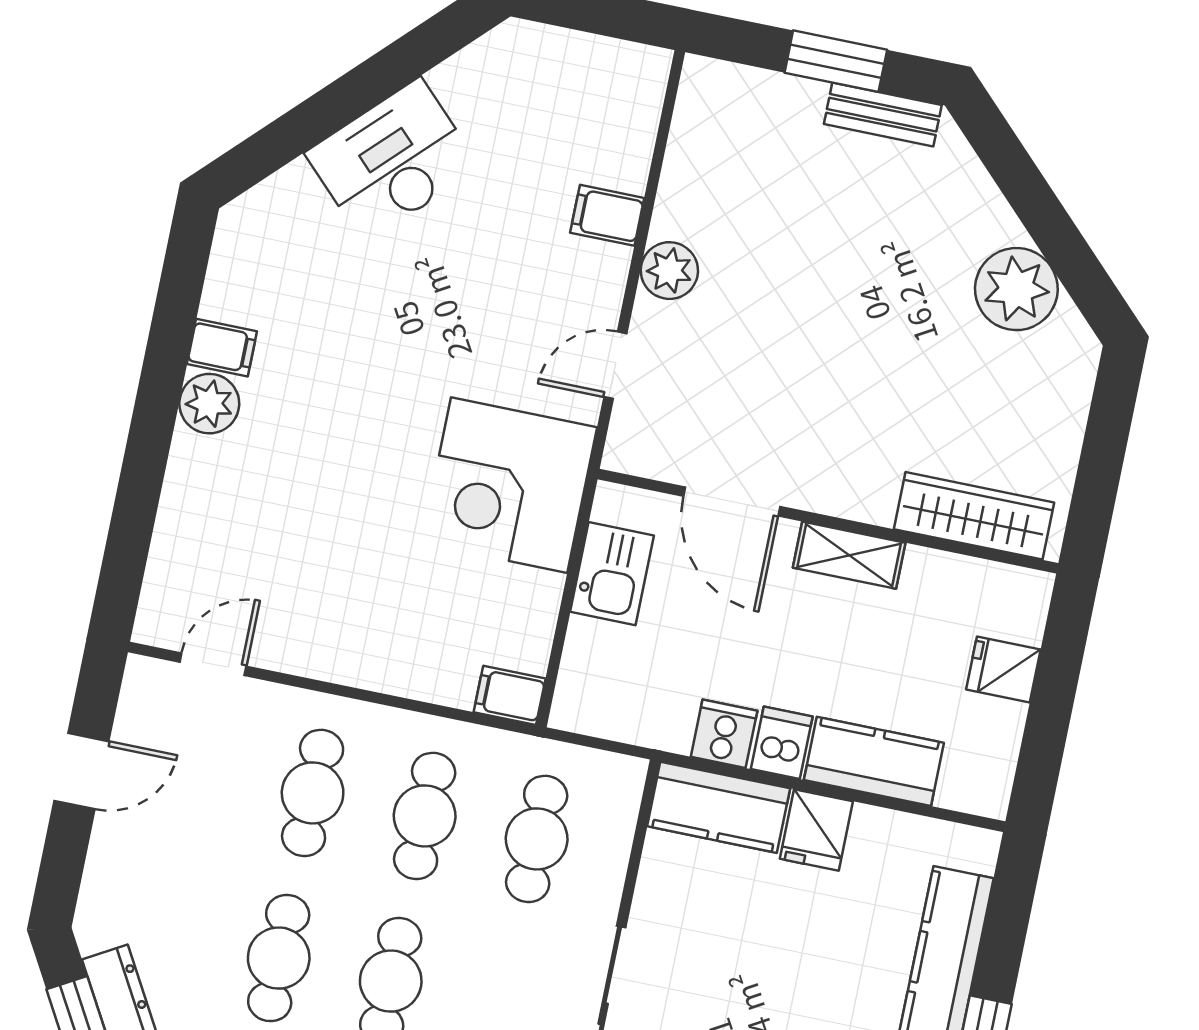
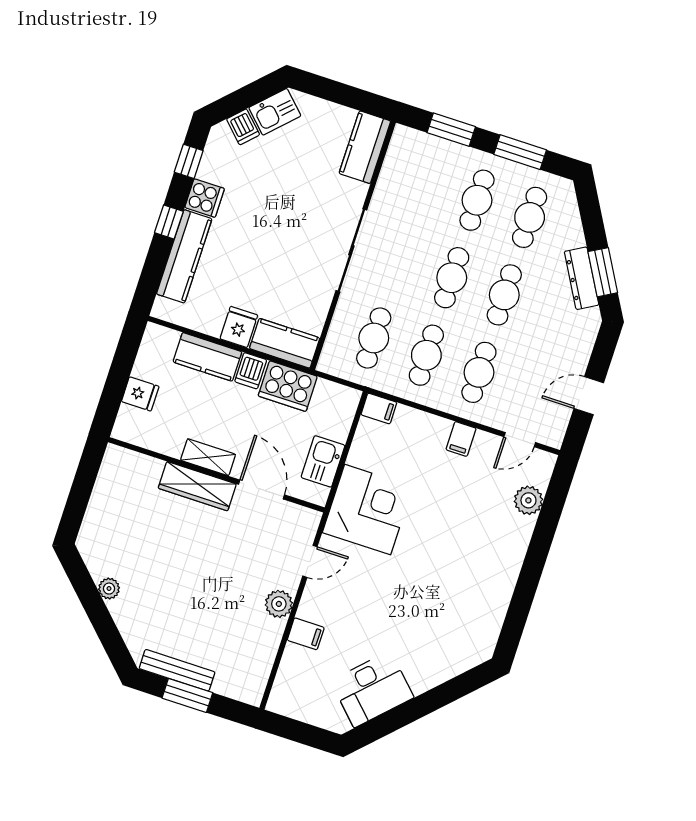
bench: (883, 115) -> (177, 670), width x1.36
desk: (392, 160) -> (372, 689), moved
plant: (1016, 289) -> (109, 589), width x0.53, depth x0.53
filing cabinet: (222, 348) -> (461, 439), moved, turned -90
plant: (209, 404) -> (528, 500), moved
wardrobe: (974, 516) -> (197, 486), moved
cooker: (724, 734) -> (288, 386), width x1.87, depth x1.31

